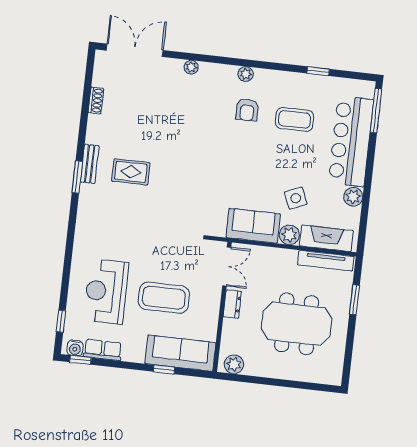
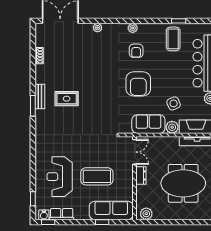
coffee table: (294, 119) -> (173, 39), moved, turned 90
armchair: (245, 162) -> (138, 84), added

